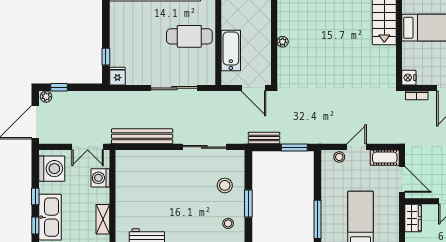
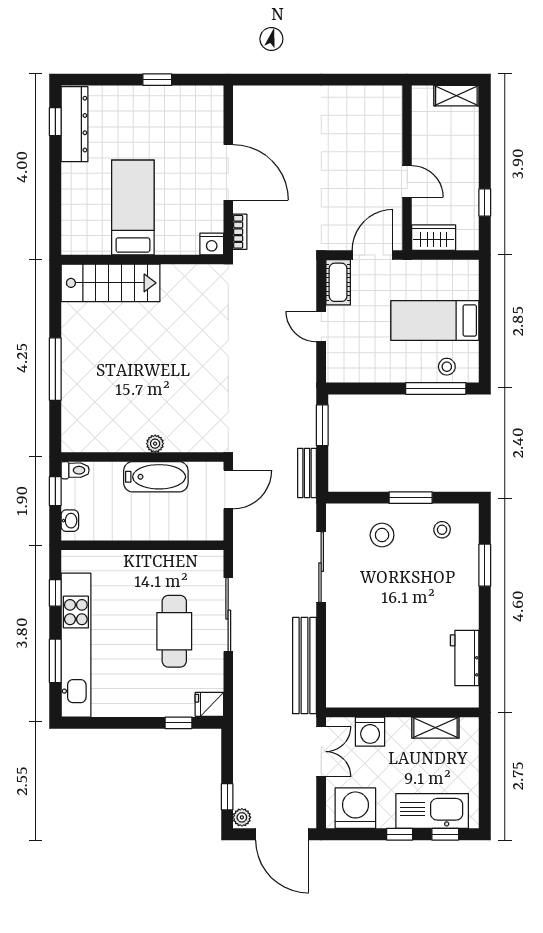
cafe table: (189, 36) -> (174, 631), moved
bathtub: (231, 51) -> (156, 477), moved, turned 180
stool: (339, 157) -> (447, 367), moved

